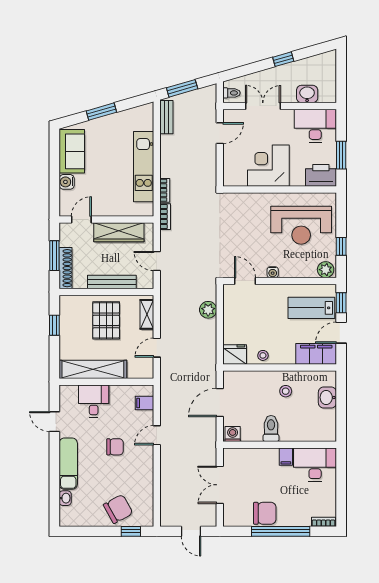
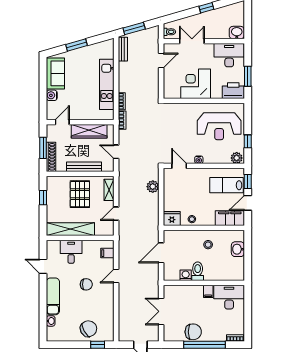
washbasin: (307, 94) -> (237, 33), moved
washing machine: (233, 434) -> (186, 275), moved

